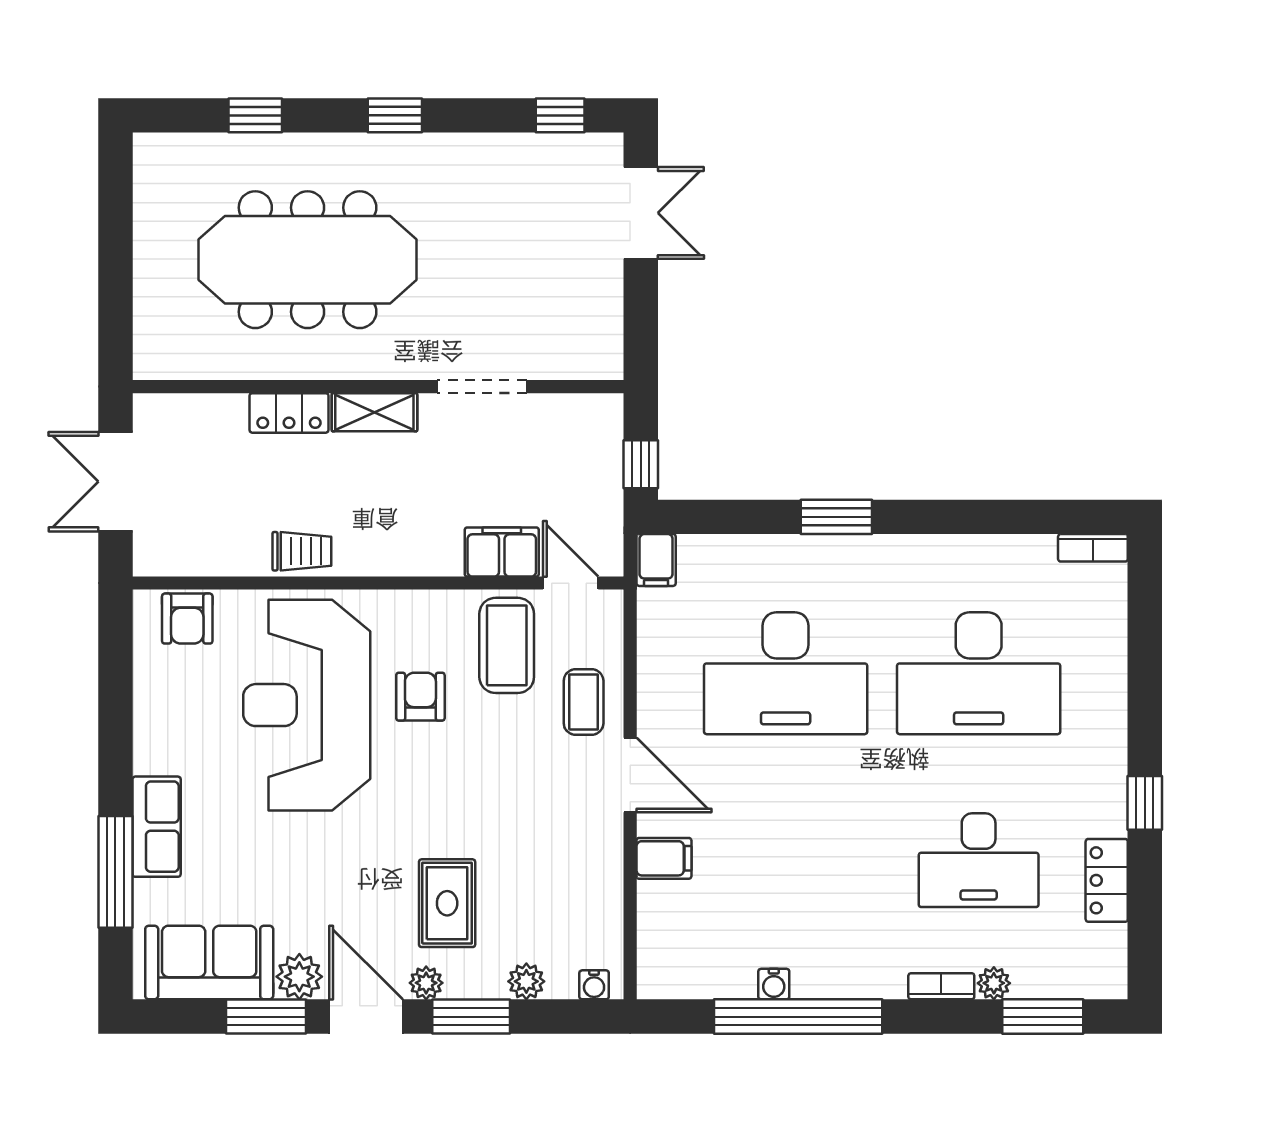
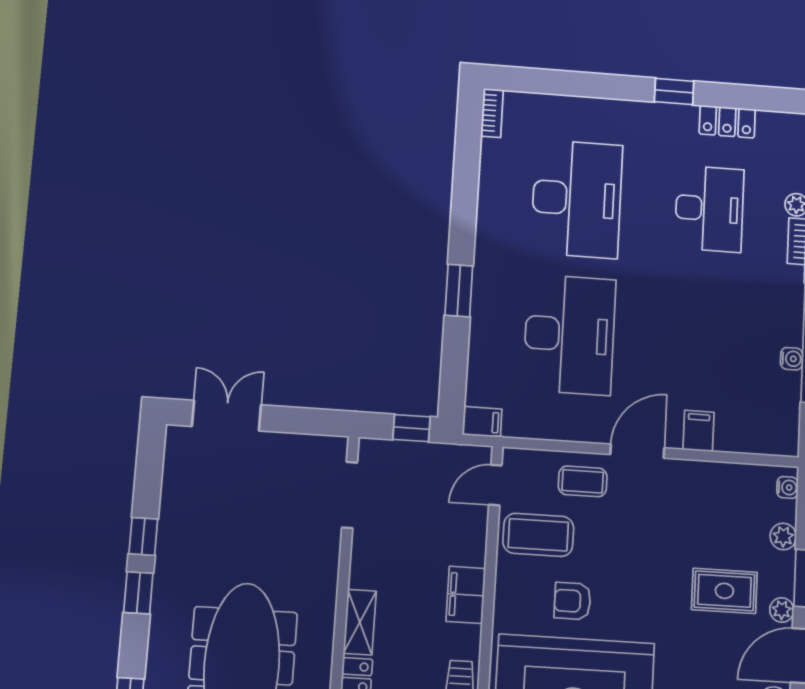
window: (560, 115) -> (143, 536), moved
doorway: (482, 387) -> (350, 495), moved
filing cabinet: (502, 552) -> (466, 595), moved

